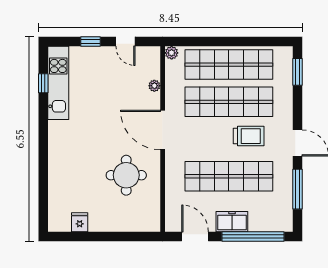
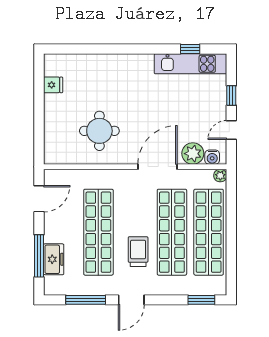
water cooler: (153, 61) -> (212, 157), added
plant: (154, 86) -> (193, 154), width x1.87, depth x1.87
door: (163, 130) -> (158, 167), moved
trolley: (249, 136) -> (138, 252), turned 180
freezer: (232, 222) -> (54, 259), moved
window: (253, 237) -> (39, 256), width x0.68

